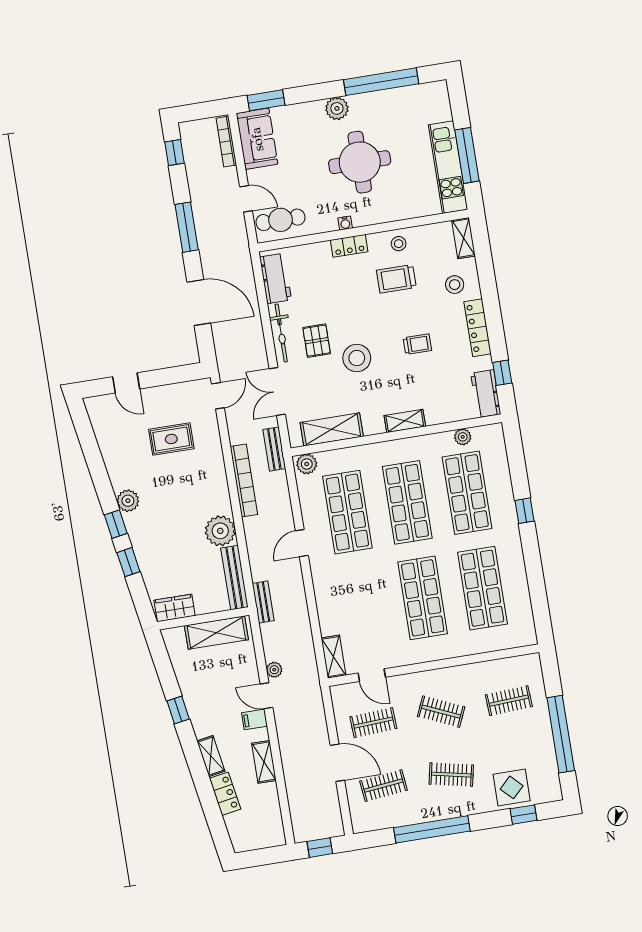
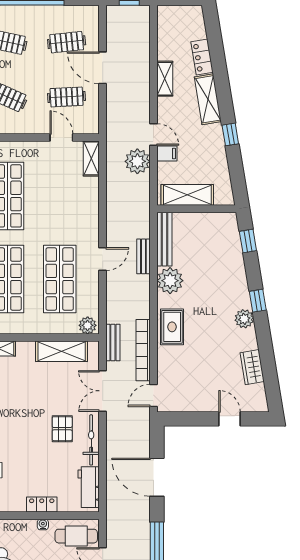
water cooler: (345, 223) -> (43, 524), moved
locker: (349, 246) -> (42, 505), moved
stool: (357, 358) -> (31, 408), removed
double door: (277, 391) -> (103, 391), swing flipped
rug: (171, 439) -> (172, 327), moved, turned 90
bookcase: (244, 480) -> (143, 350), moved
window: (128, 562) -> (248, 241), moved
bench: (263, 602) -> (143, 256), moved
wardrobe: (175, 608) -> (252, 367), moved, turned 81
plant: (274, 670) -> (137, 161), width x1.87, depth x1.87
filing cabinet: (255, 719) -> (167, 154), moved
shelving: (211, 756) -> (208, 99), width x1.50, depth x1.33

